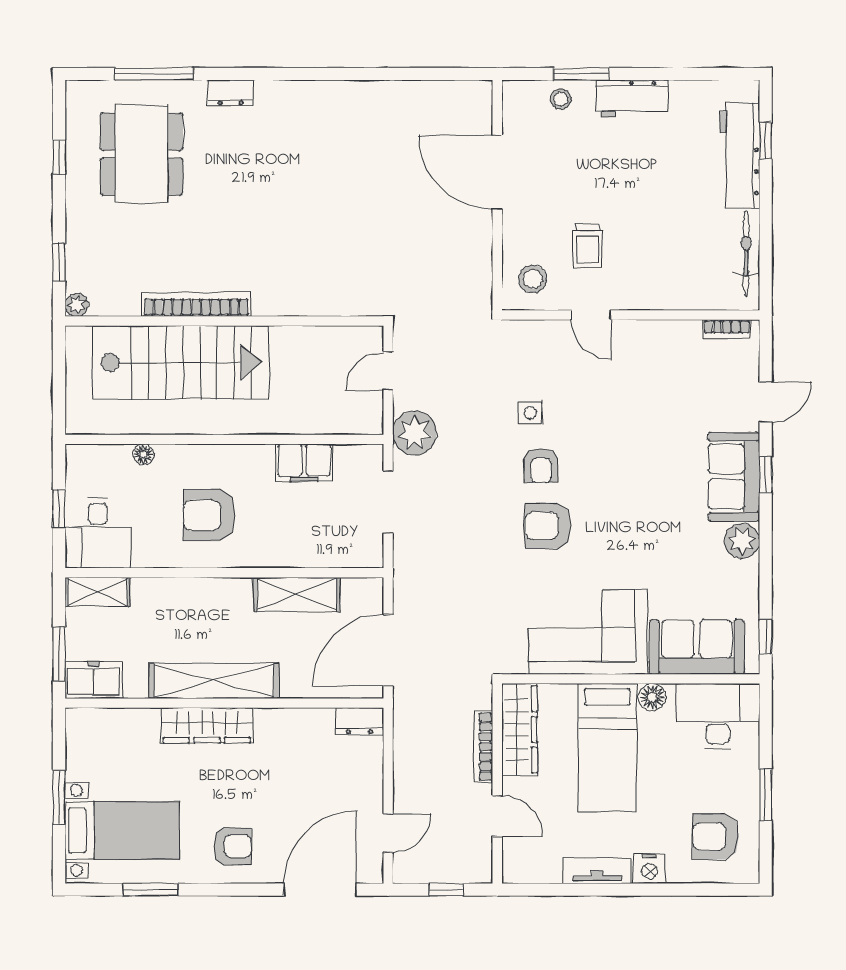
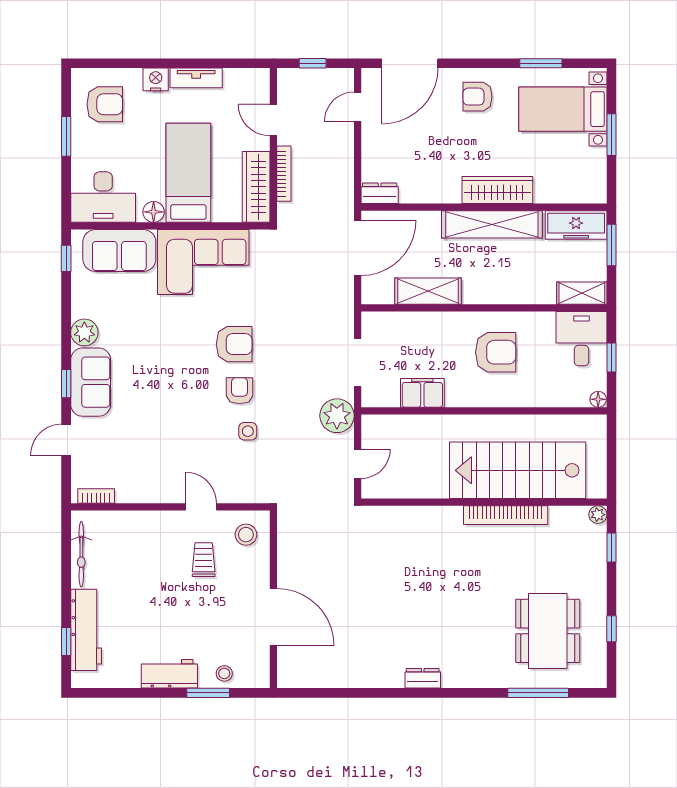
dresser: (231, 93) -> (423, 678), moved
floor lamp: (144, 454) -> (598, 399), moved
freezer: (94, 680) -> (576, 225), width x1.40

